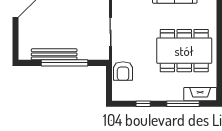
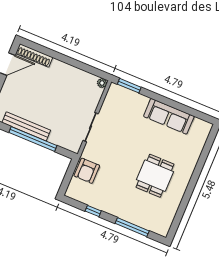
dining table: (184, 51) -> (155, 176), width x0.53, depth x0.80
fireplace: (200, 94) -> (153, 225), removed

